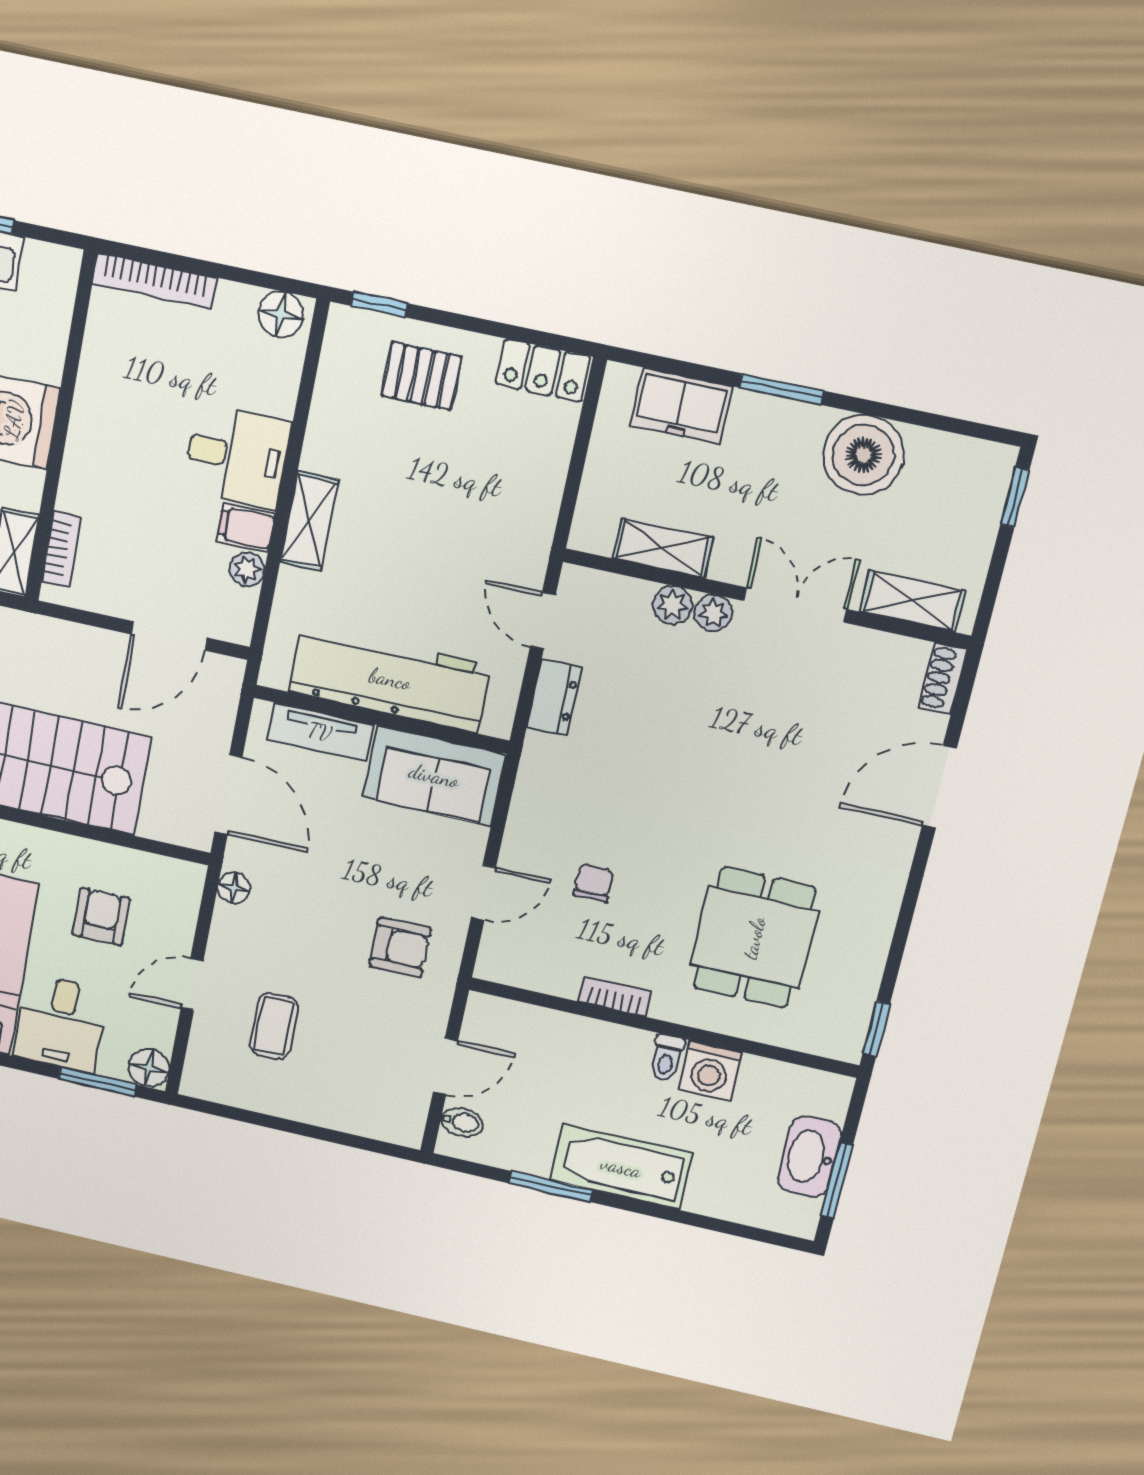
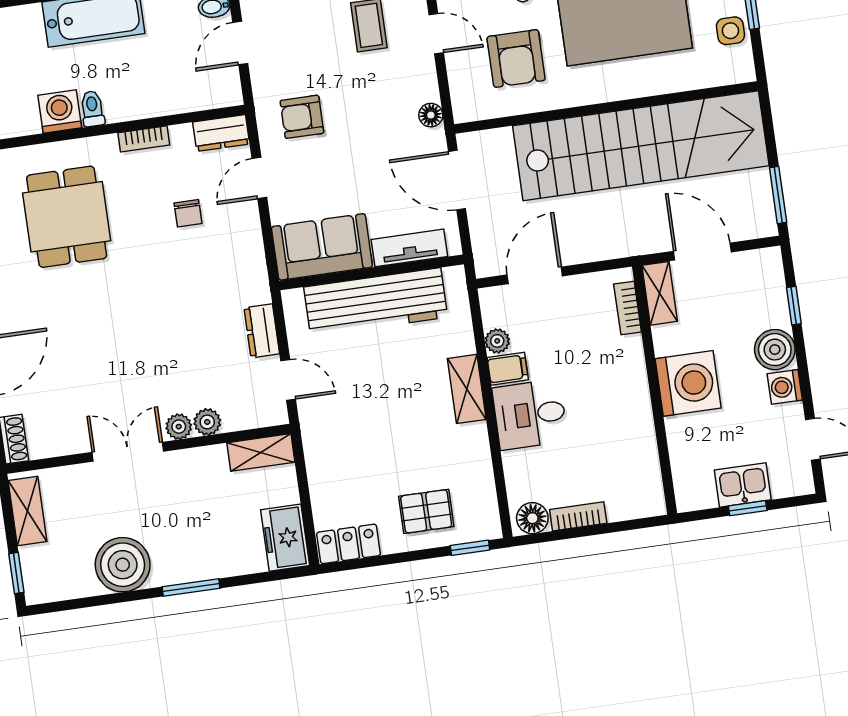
bookcase: (154, 281) -> (578, 516), moved, width x0.64
freezer: (681, 406) -> (285, 538), moved, turned -90
shelving: (663, 548) -> (261, 452), moved
shelving: (913, 601) -> (28, 511), moved, turned 90
double door: (795, 605) -> (128, 452), swing flipped
armchair: (101, 916) -> (516, 58), width x1.38, depth x1.38
dresser: (512, 966) -> (221, 133), added
door: (192, 984) -> (436, 34), hinge flipped

